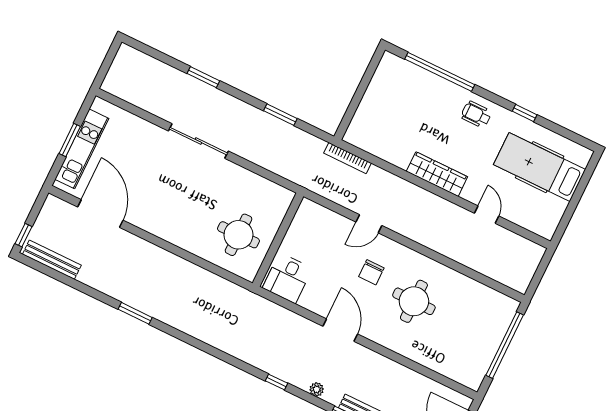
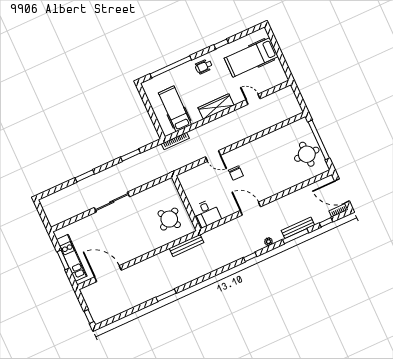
hospital bed: (389, 123) -> (175, 109), added
door: (369, 224) -> (213, 156), hinge flipped
round table: (238, 235) -> (169, 219), turned -31
bench: (52, 260) -> (187, 245), moved
round table: (414, 301) -> (307, 154), moved

